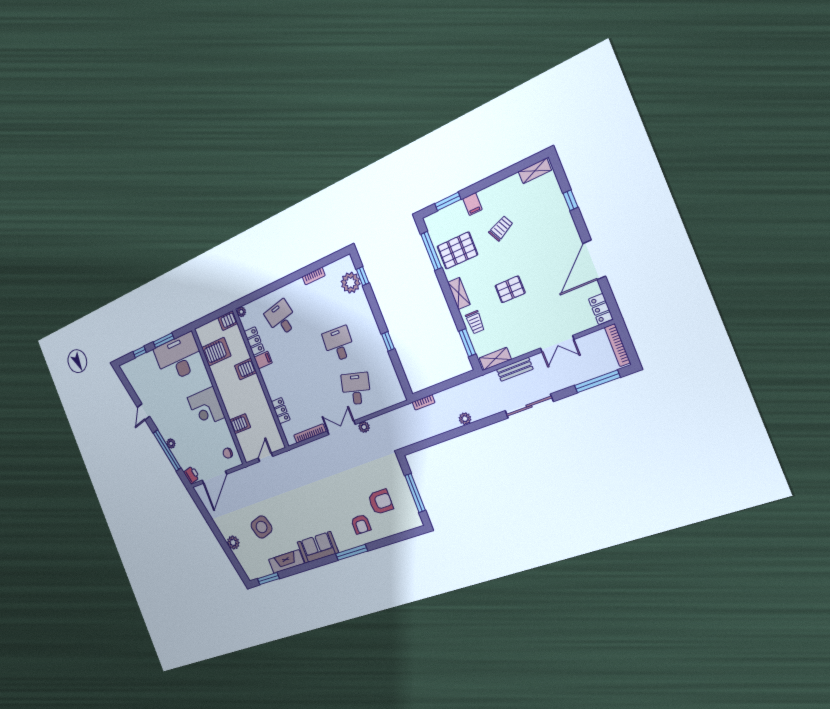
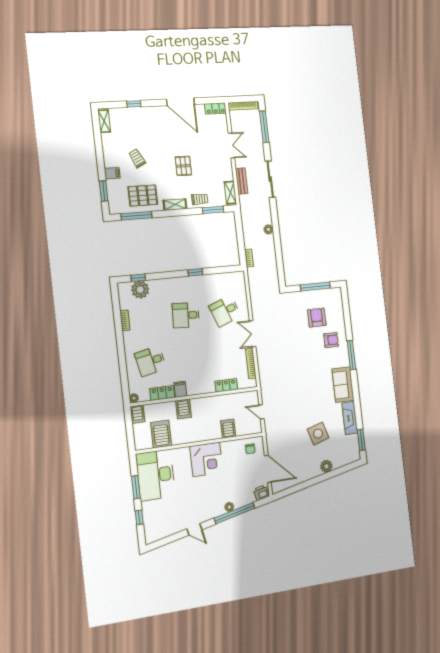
pallet: (457, 251) -> (143, 196), turned 90
desk: (356, 389) -> (225, 311), turned -36
plant: (364, 427) -> (256, 314), removed

